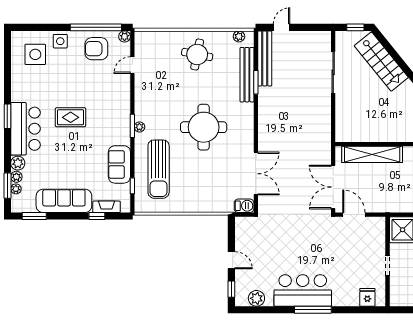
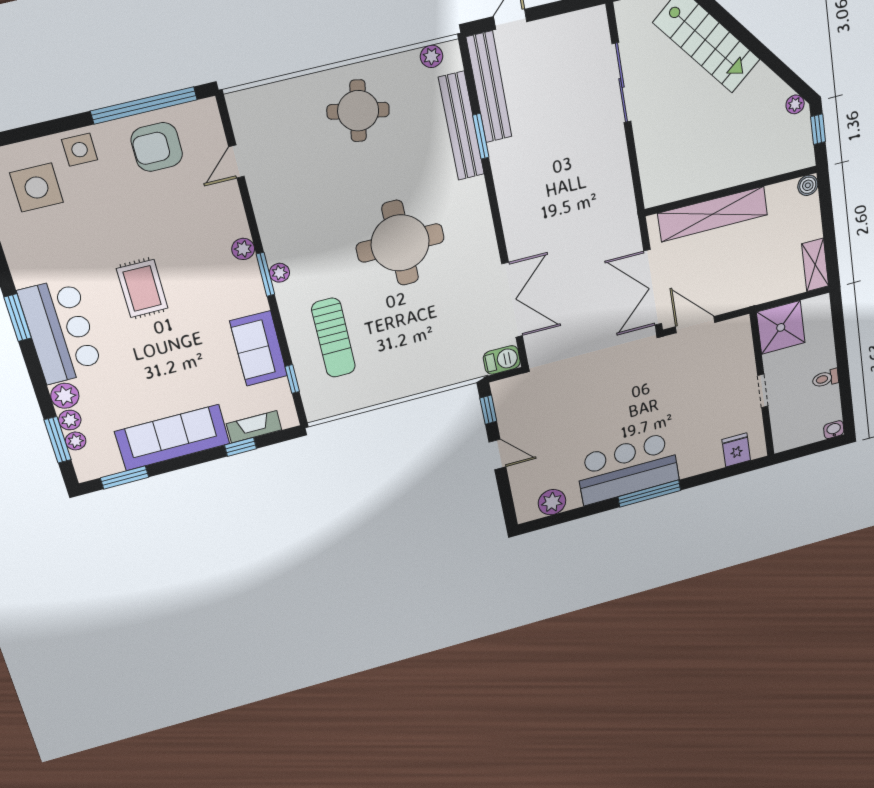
plant: (125, 36) -> (243, 249), moved
rug: (71, 117) -> (142, 288), turned 90
sun lounger: (159, 169) -> (333, 338), width x0.73, depth x0.75
window: (231, 289) -> (488, 410), moved

